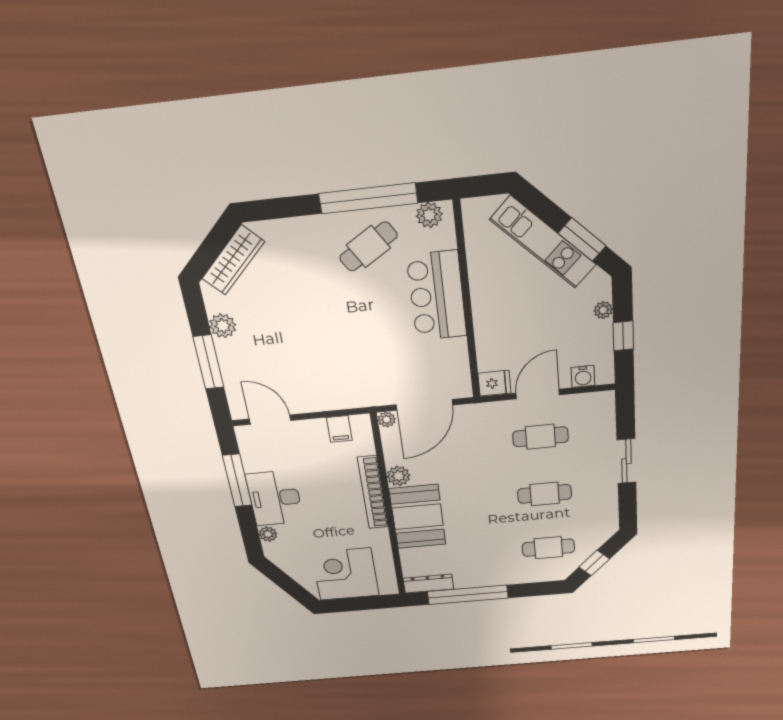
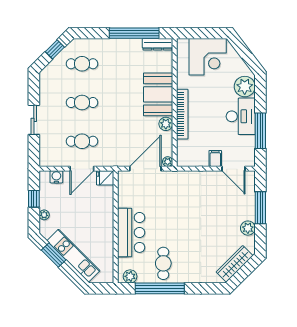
cafe table: (368, 247) -> (163, 263), turned -58
filing cabinet: (339, 429) -> (215, 158), moved
plant: (268, 534) -> (245, 87), width x1.87, depth x1.87

